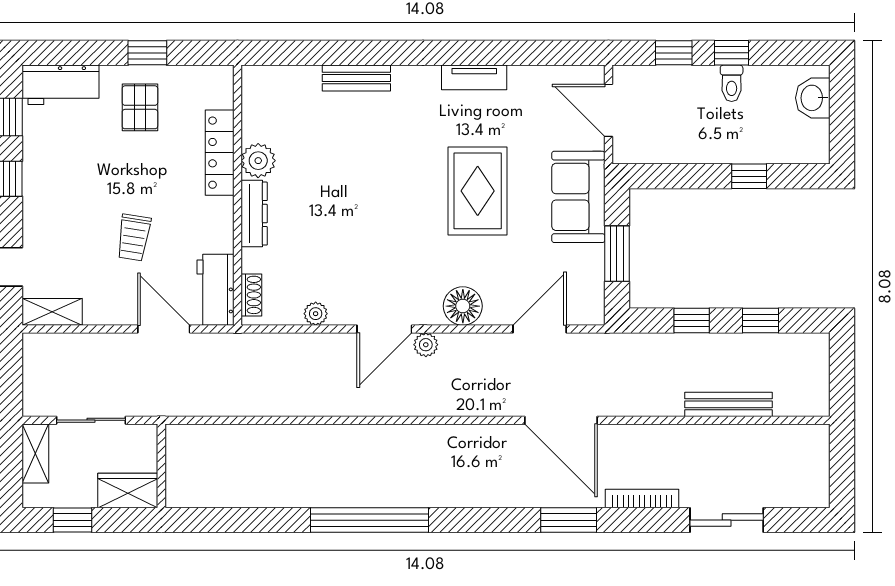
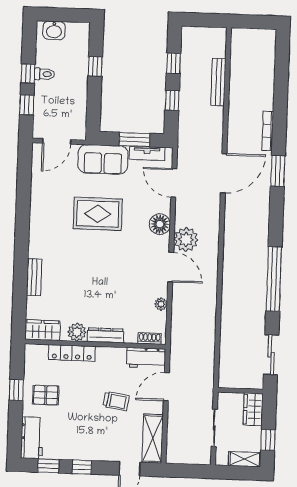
tv unit: (474, 77) -> (147, 153), moved, turned 90
wardrobe: (259, 97) -> (42, 330), added
shelving: (52, 312) -> (153, 439), width x1.50, depth x1.33
plant: (426, 345) -> (186, 239), width x1.88, depth x1.88
shelving: (35, 454) -> (245, 459), moved
sliding door: (727, 520) -> (271, 355), moved

